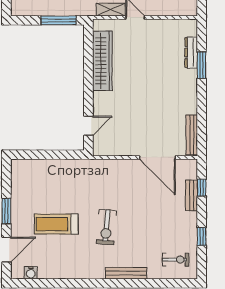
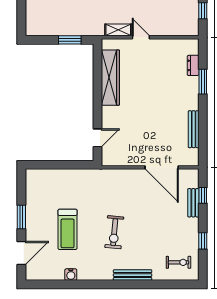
window: (59, 20) -> (70, 40), width x0.69
dresser: (191, 53) -> (193, 65), width x0.70
bench: (192, 135) -> (194, 129), moved
treadmill: (56, 224) -> (68, 229), turned -90
water cooler: (31, 273) -> (71, 275), moved

